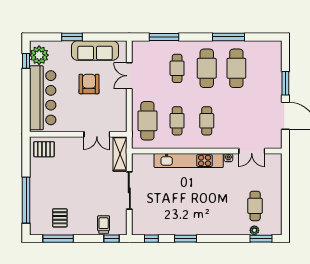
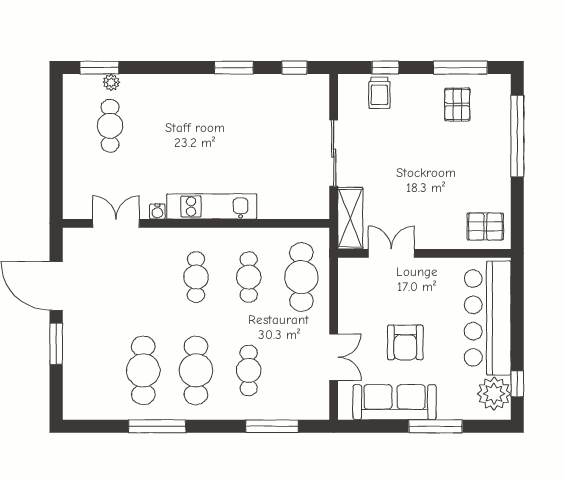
window: (72, 37) -> (436, 426), width x1.44
kitchen unit: (189, 161) -> (212, 206), width x0.73
window: (111, 239) -> (385, 68), moved

